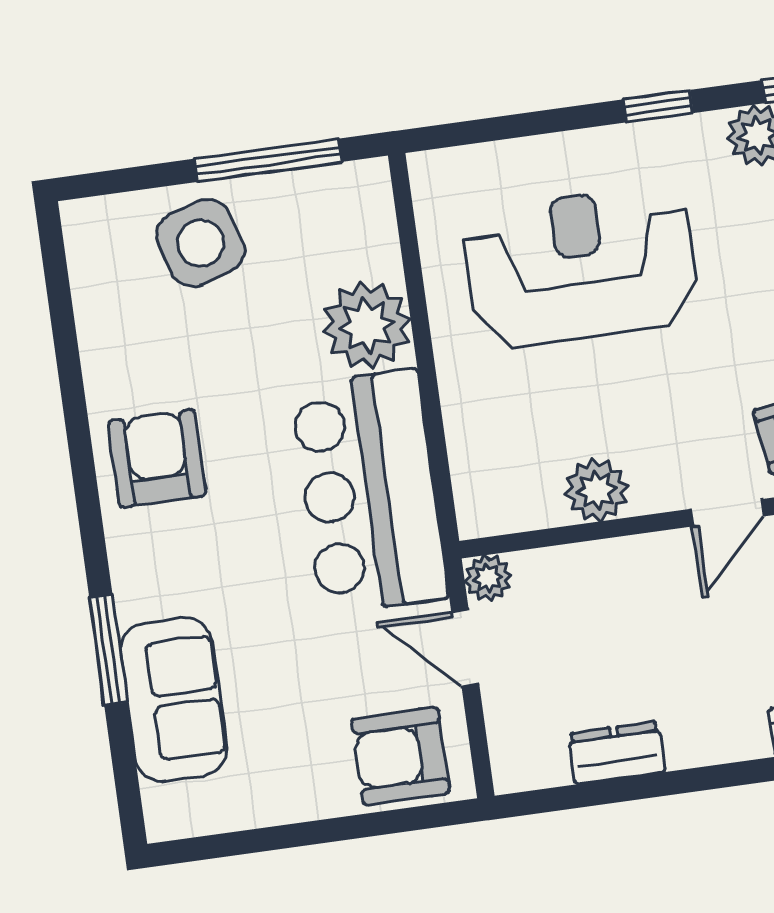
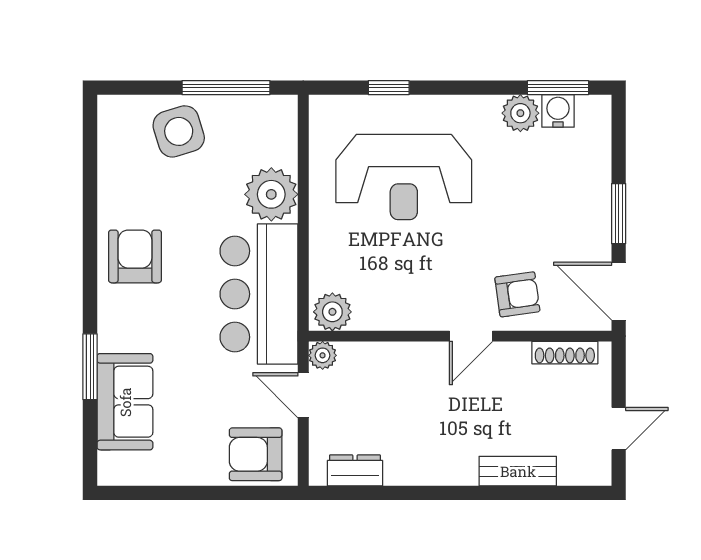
window: (658, 106) -> (389, 88), moved
reception desk: (581, 267) -> (404, 177), turned 180
plant: (597, 490) -> (332, 312), moved
dresser: (617, 753) -> (355, 470), moved

